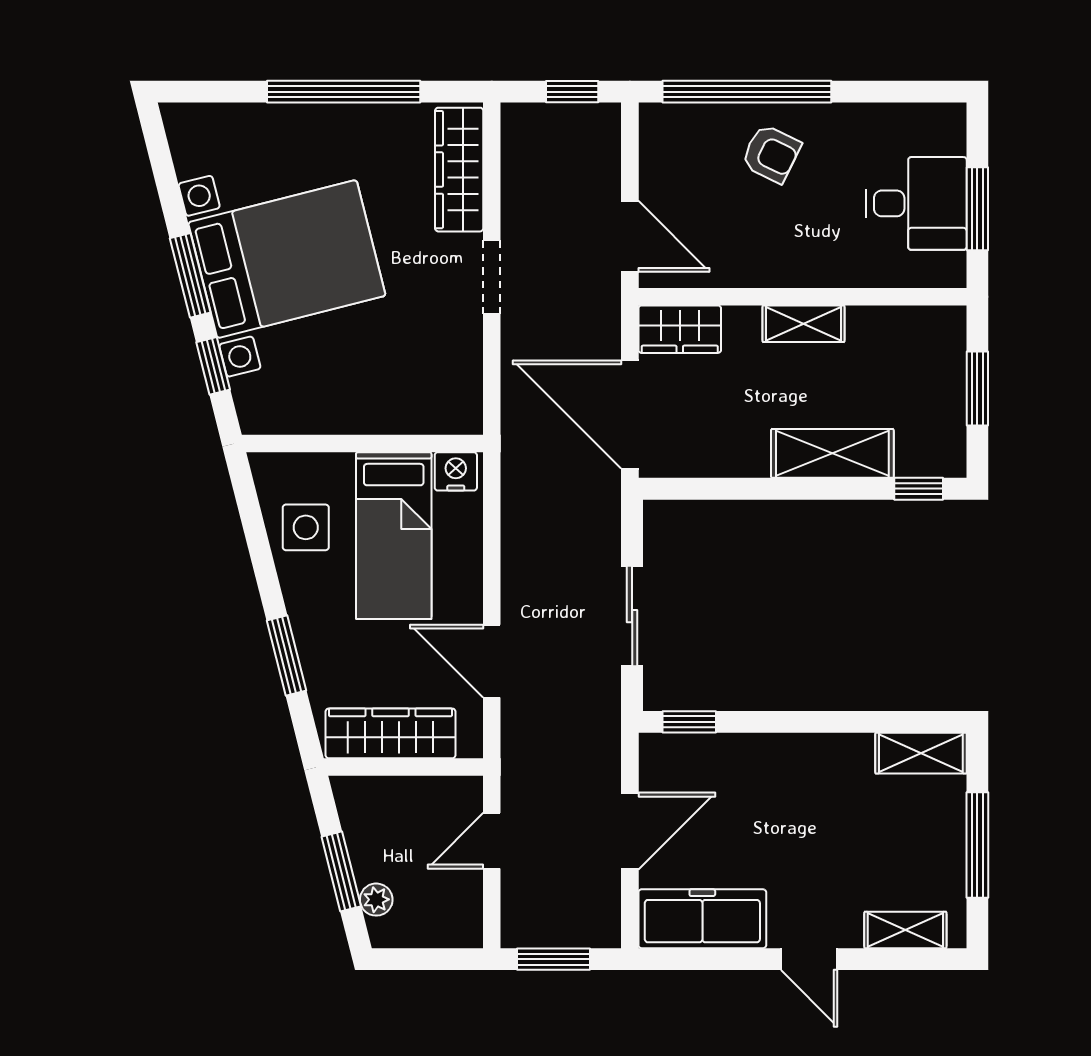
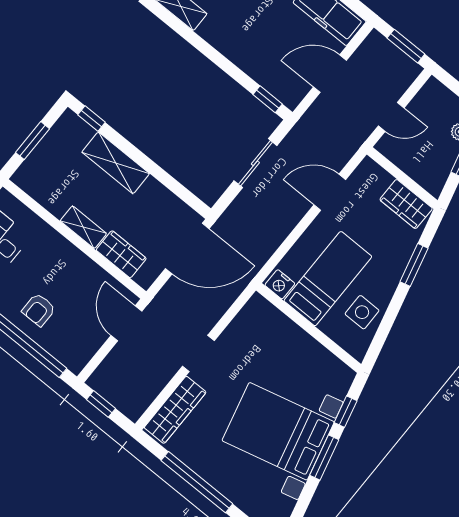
armchair: (771, 154) -> (39, 310), turned -116
wardrobe: (680, 329) -> (121, 254), moved
door: (630, 415) -> (187, 249), hinge flipped
door: (492, 661) -> (330, 192), swing flipped
wardrobe: (390, 733) -> (406, 204), width x0.67

